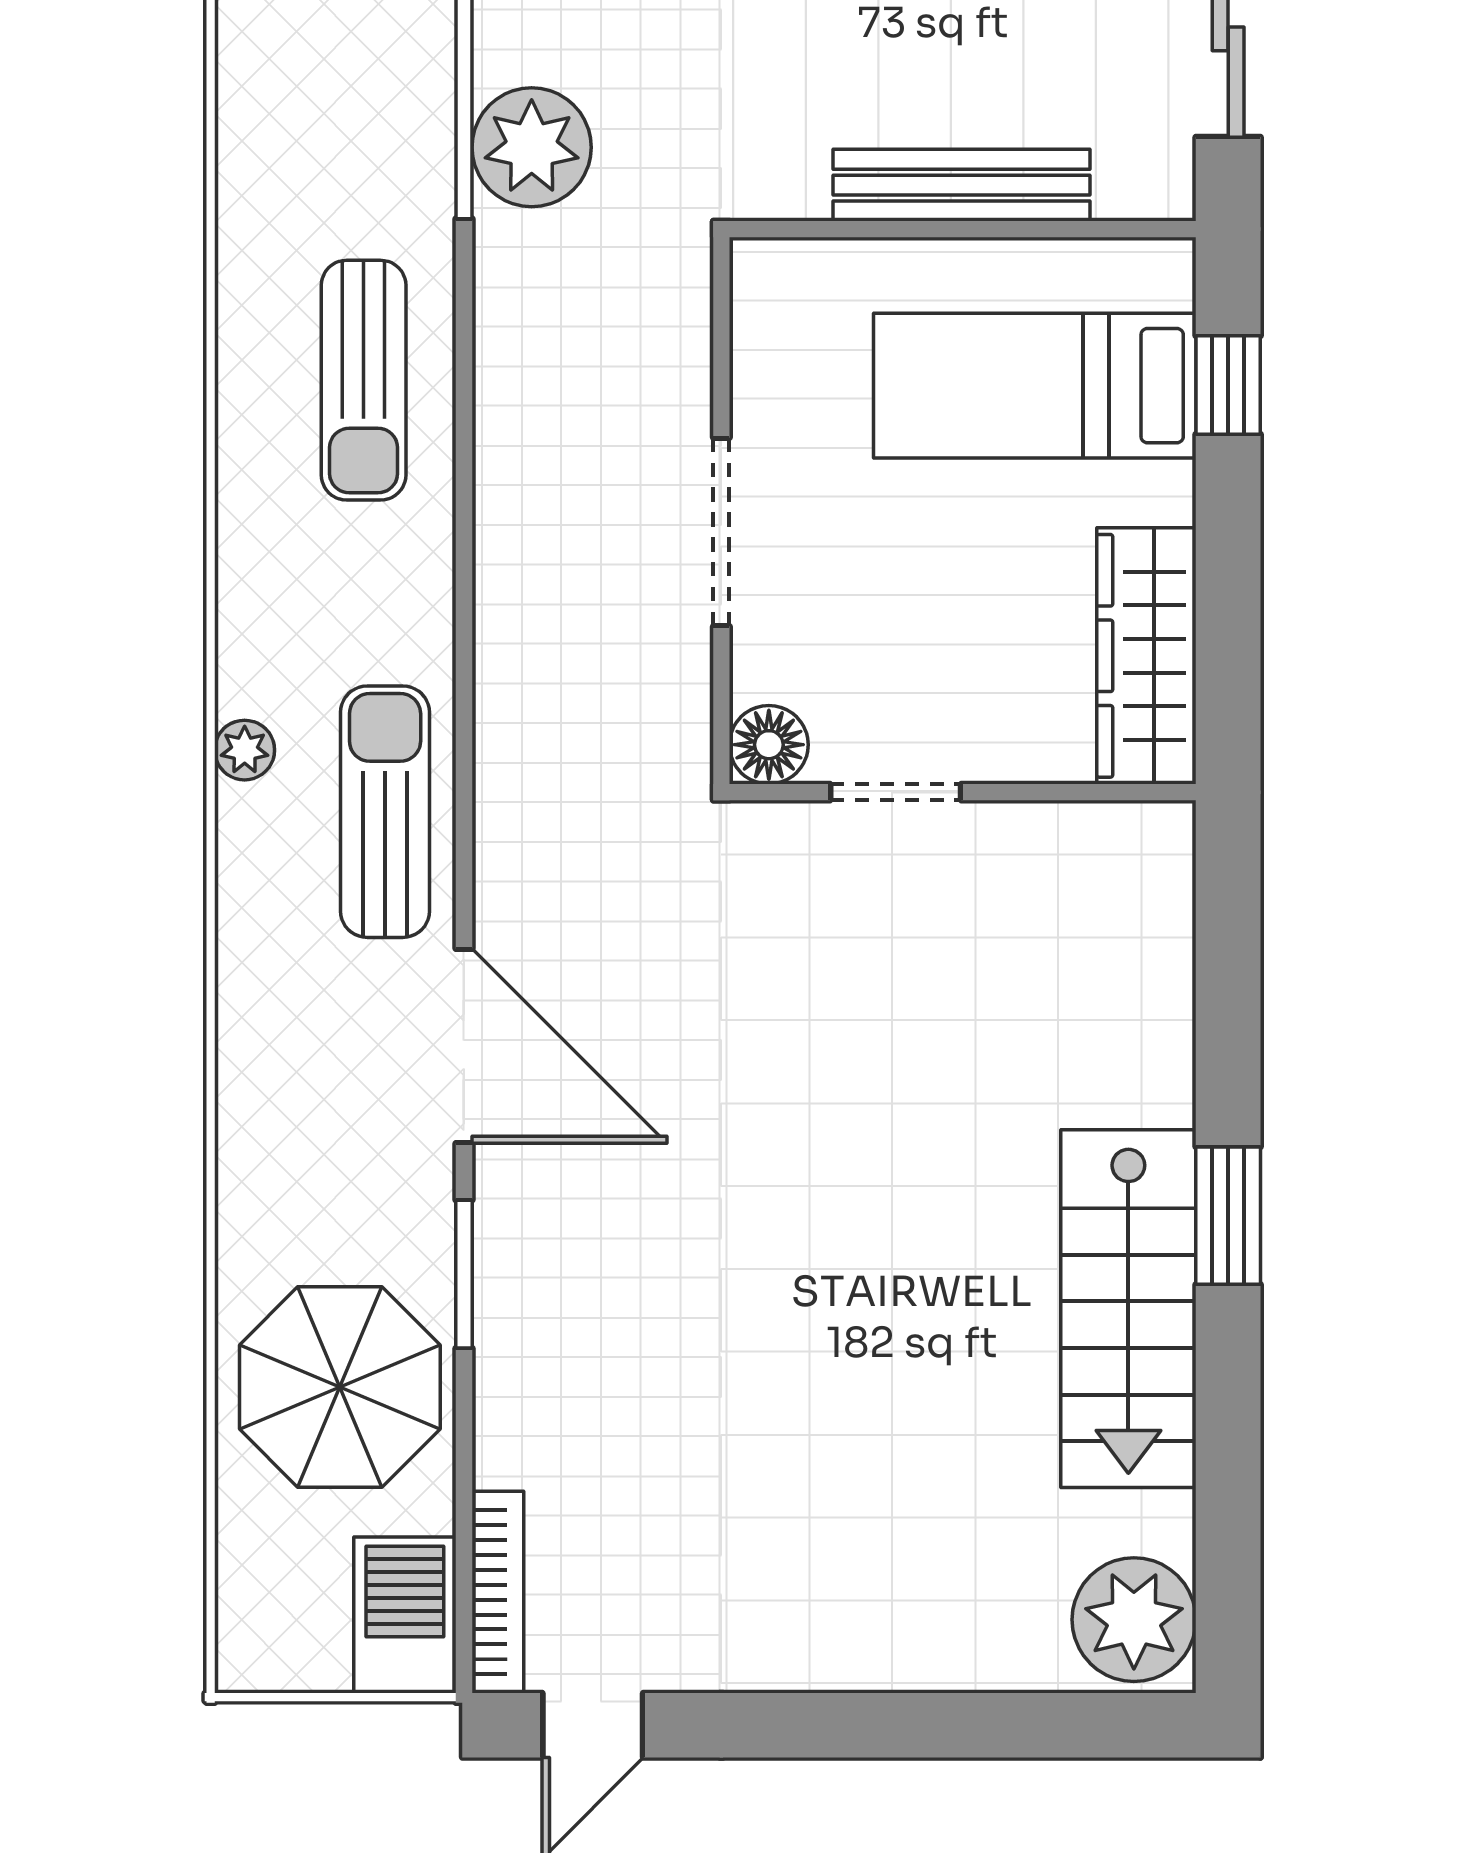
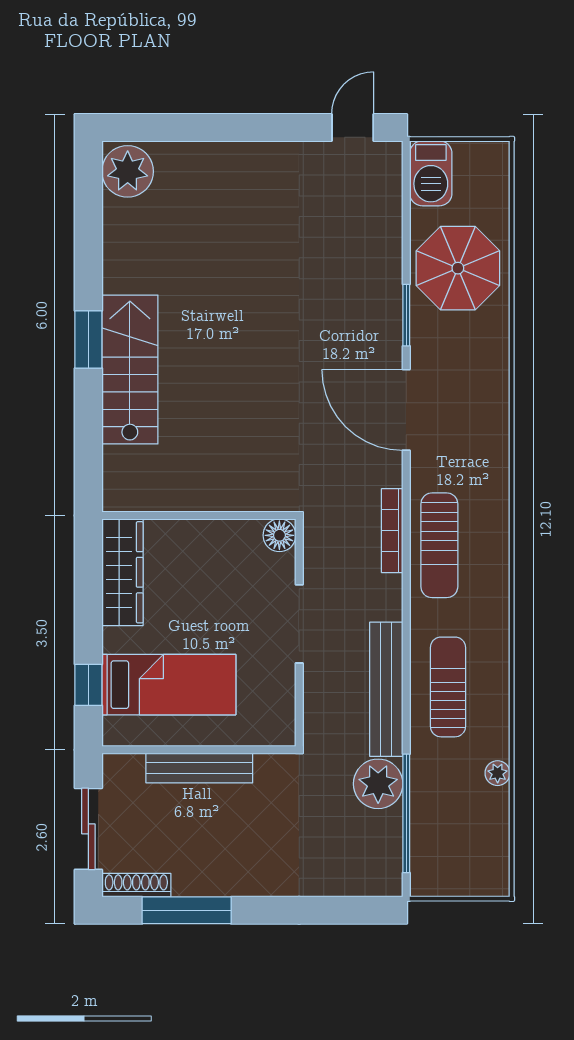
bench: (512, 375) -> (386, 689), added
plant: (245, 750) -> (498, 773), moved
doorway: (896, 792) -> (227, 516), removed
sun lounger: (385, 812) -> (439, 545), moved
stairs: (1128, 1309) -> (130, 370), moved
bookcase: (498, 1592) -> (392, 531), moved

